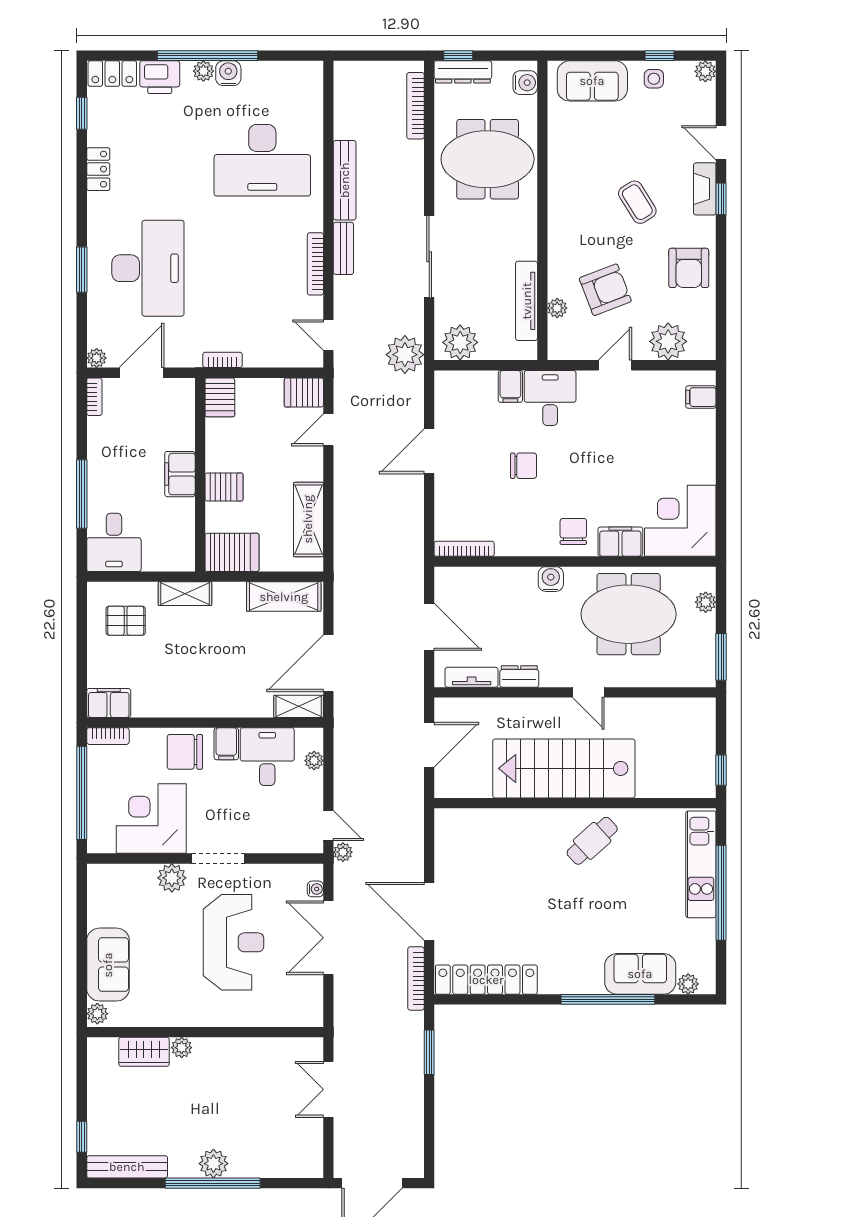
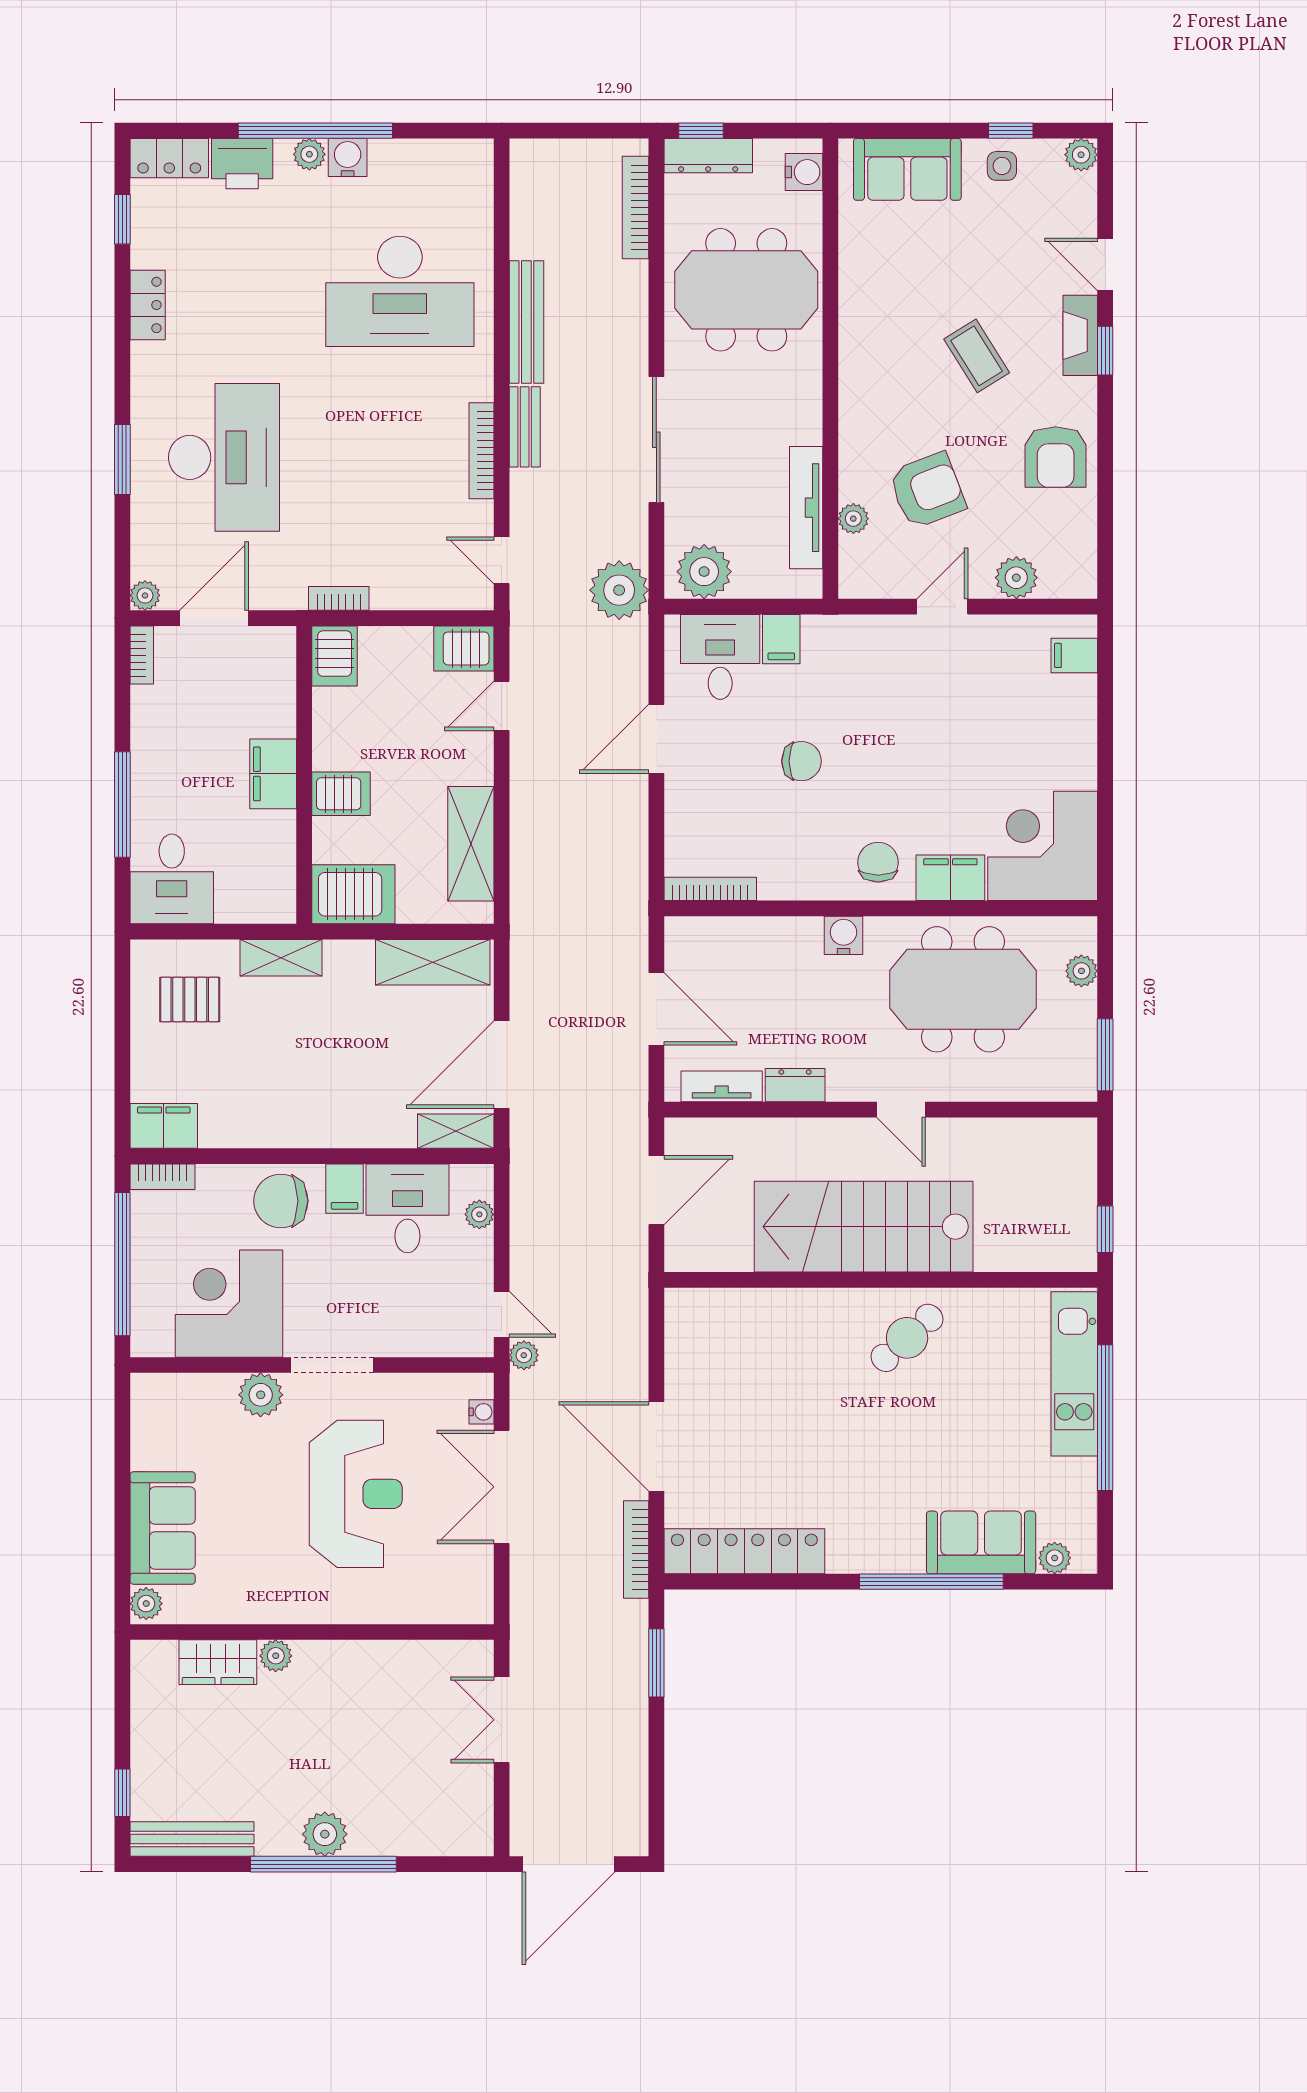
plant: (668, 341) -> (1016, 578), width x0.73, depth x0.73
desk: (550, 398) -> (720, 657), moved

